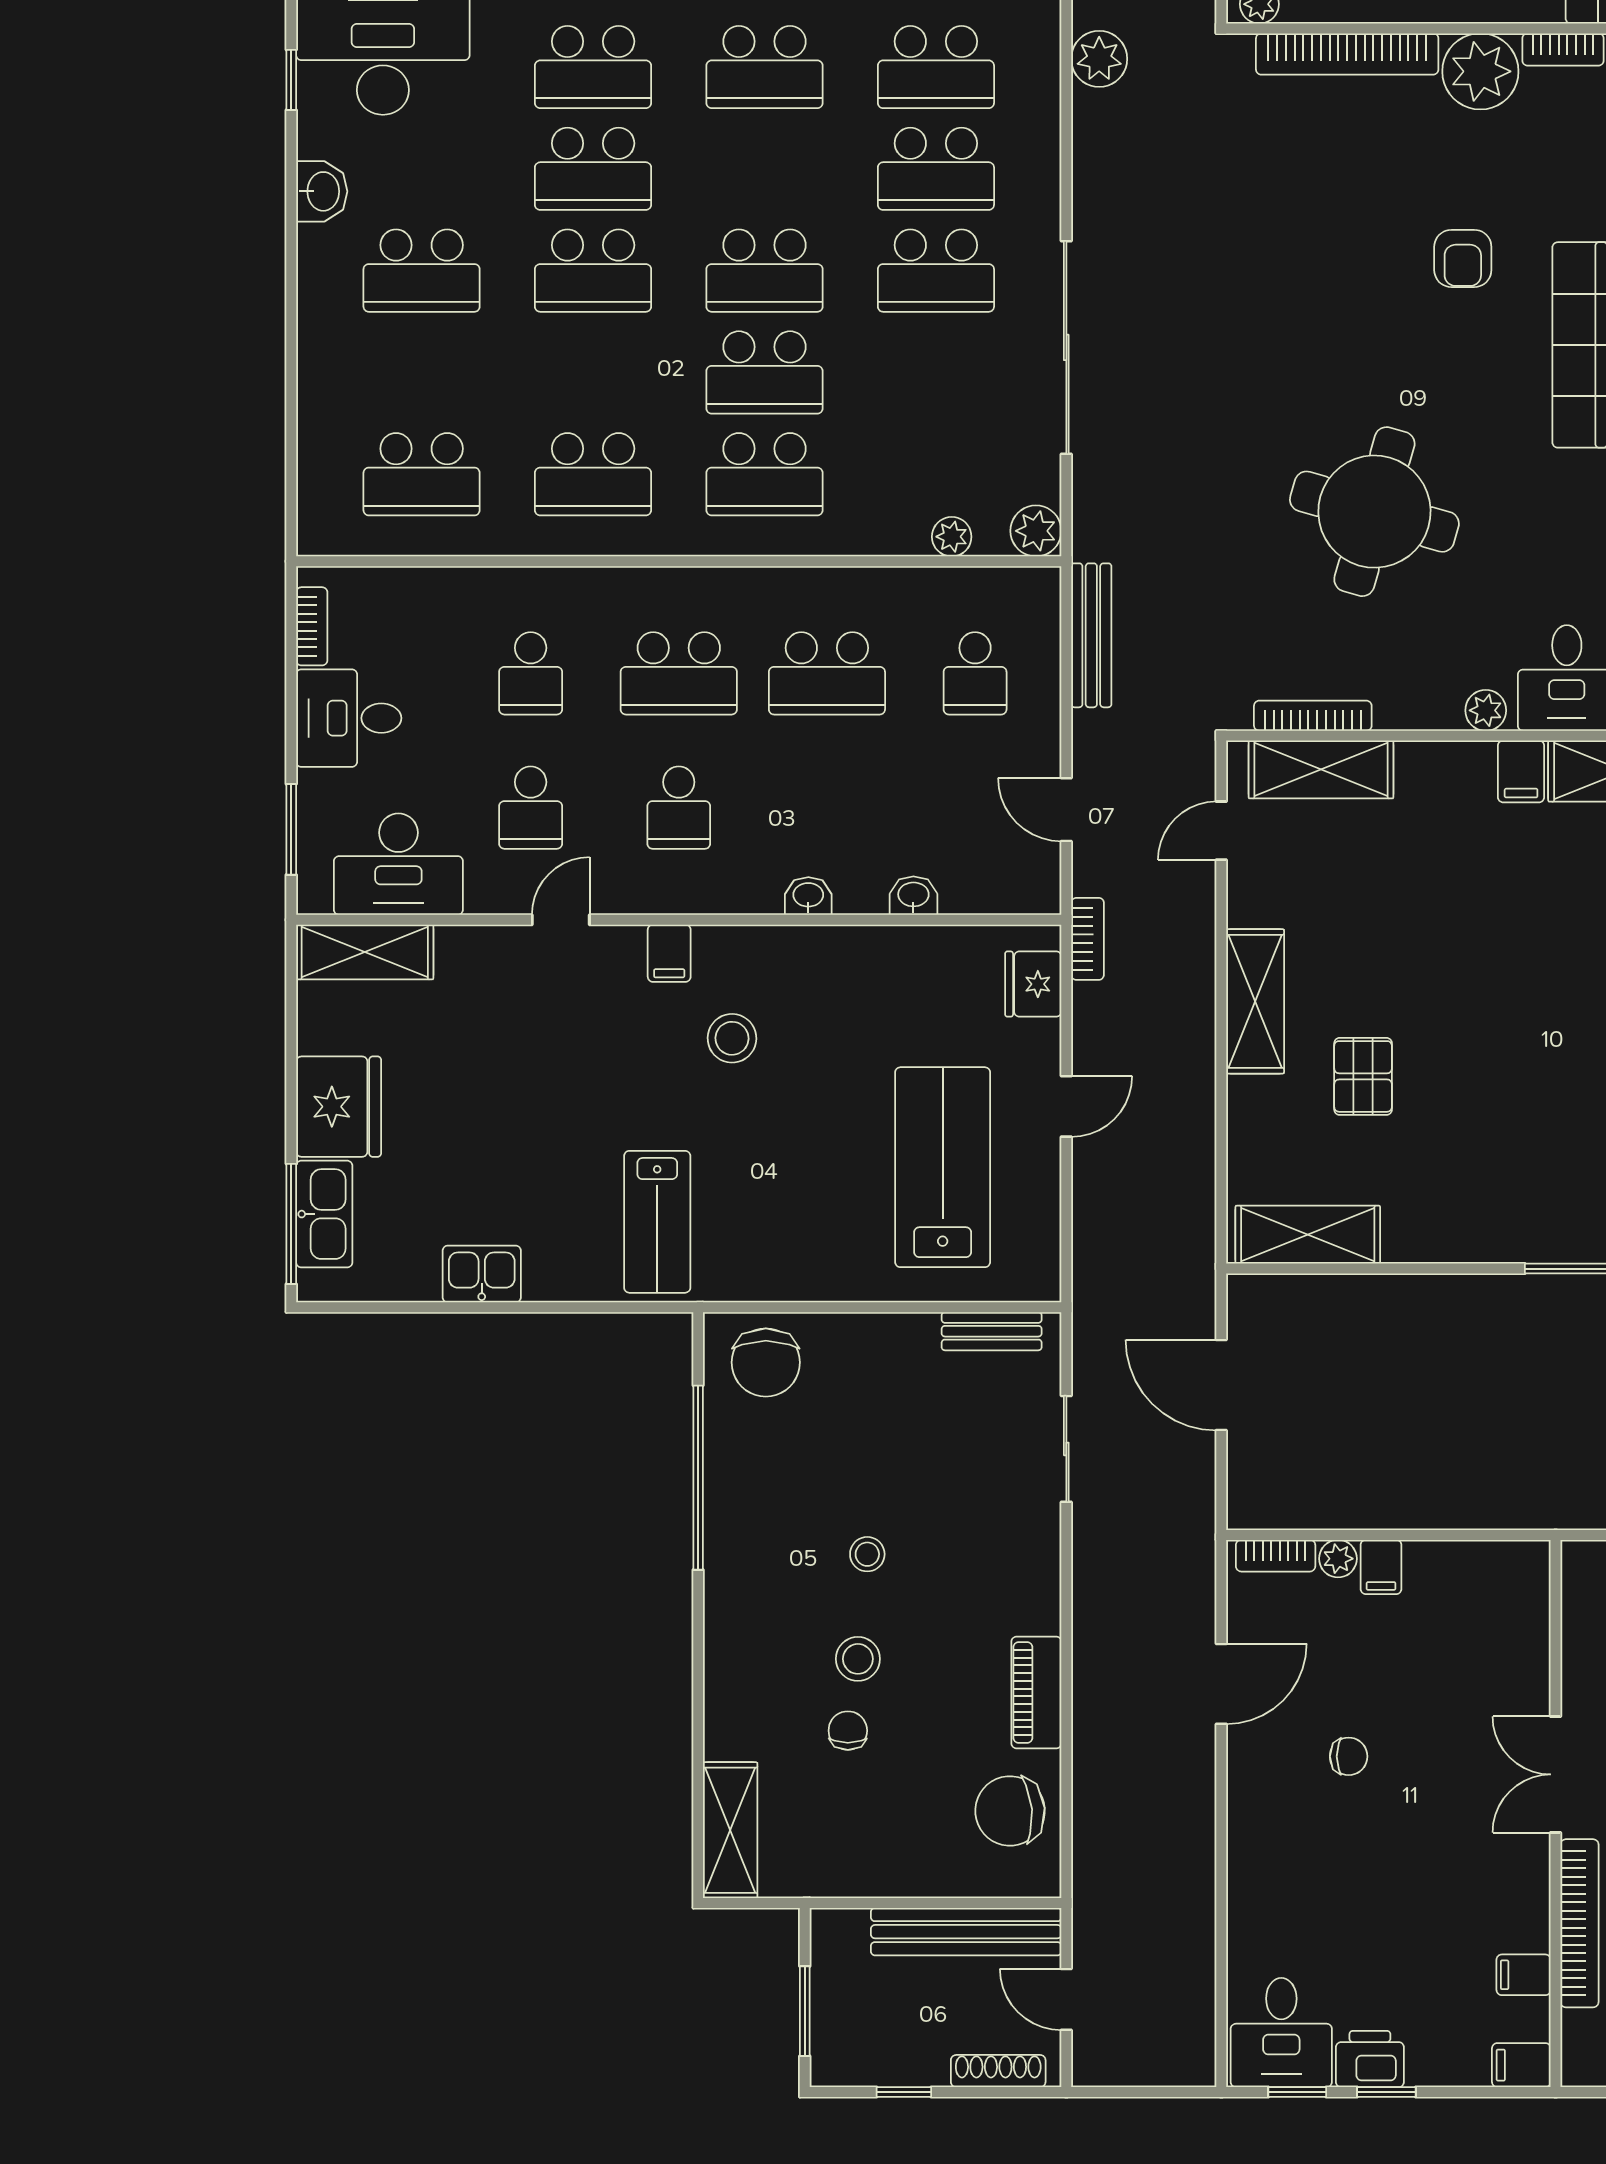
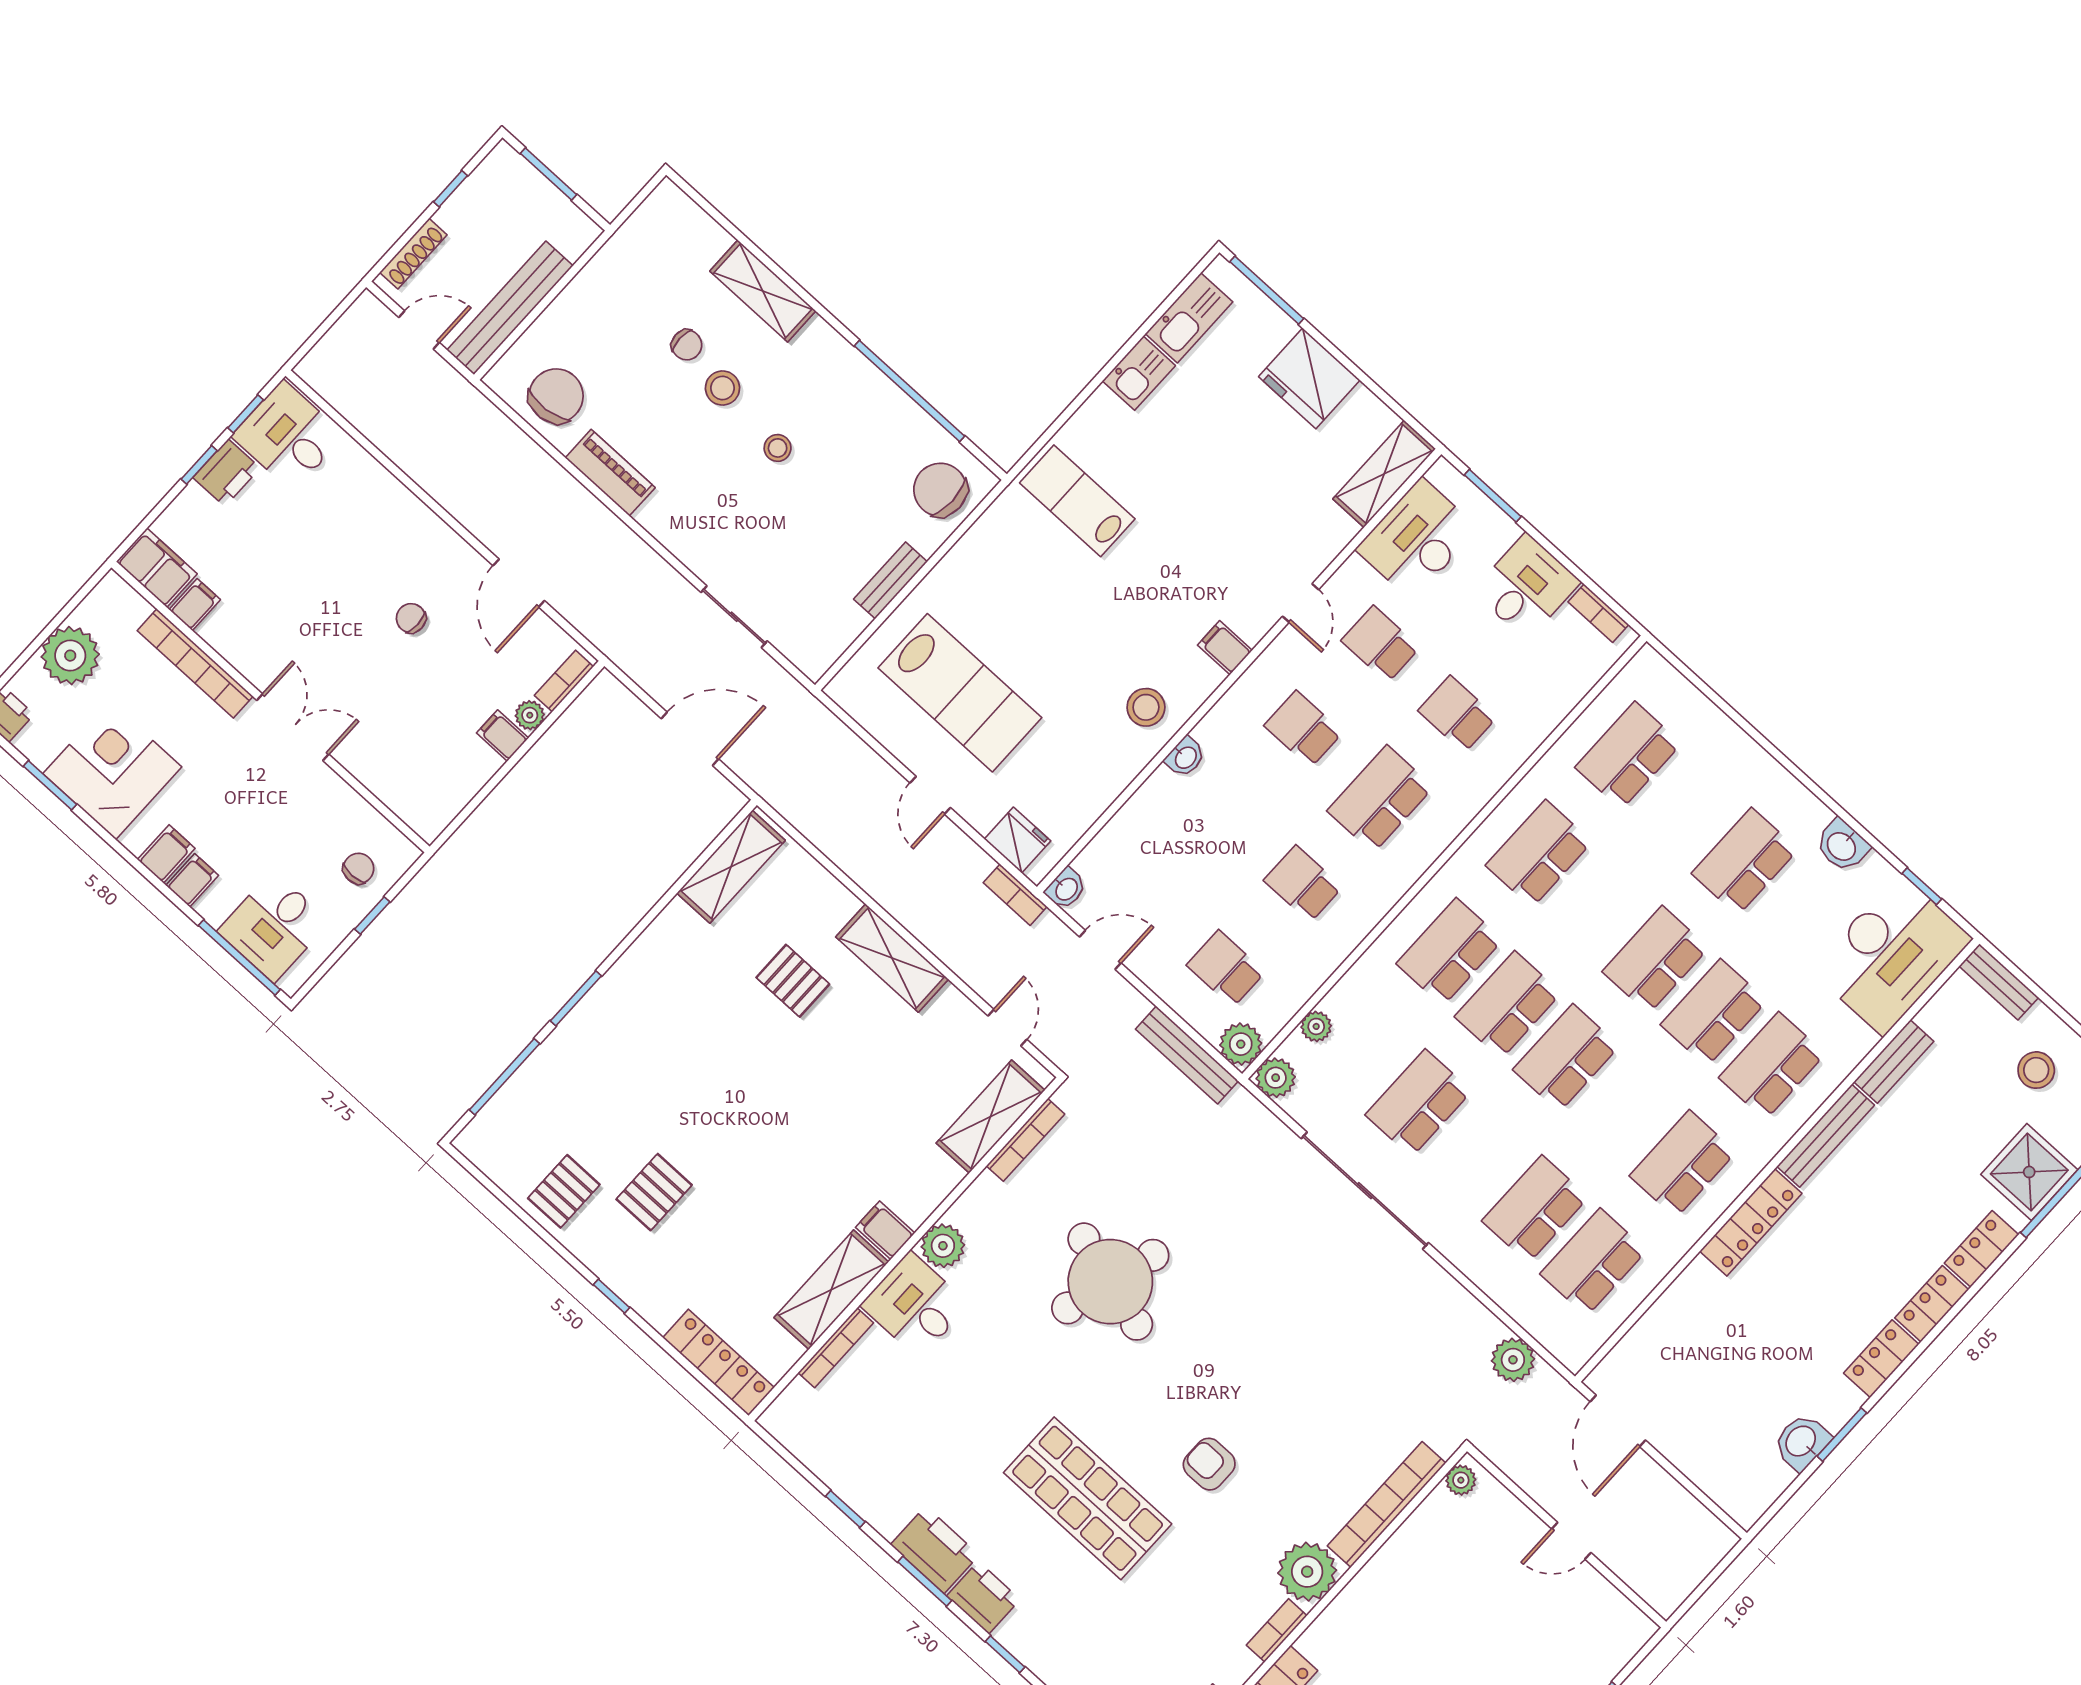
school desk: (936, 271) -> (1418, 1103), moved
plant: (1034, 593) -> (1241, 1044), added
school desk: (827, 673) -> (1303, 884), width x0.54
plant: (1486, 710) -> (943, 1246), width x1.38, depth x1.38
washbasin: (913, 896) -> (1066, 889), moved
stool: (732, 1038) -> (1146, 707), moved
kitchen sink: (324, 1214) -> (1189, 318), moved, turned -90
bench: (992, 1331) -> (890, 580), moved
chair: (1349, 1756) -> (411, 618), turned 90
shelving: (730, 1830) -> (763, 291), moved
filing cabinet: (1521, 2065) -> (157, 568), width x2.00

